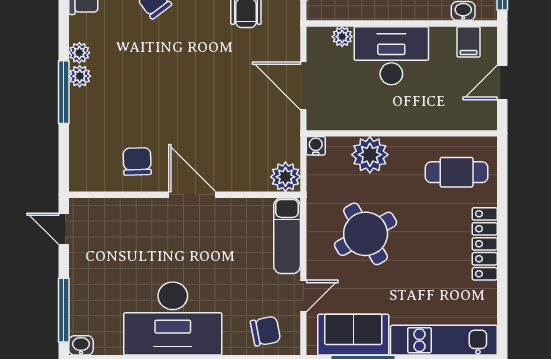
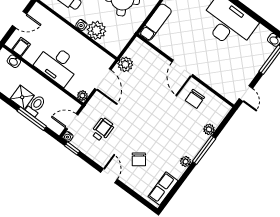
plant: (342, 37) -> (82, 96), moved
plant: (80, 76) -> (209, 129), moved
water cooler: (316, 146) -> (81, 25), moved
plant: (285, 177) -> (125, 64), moved

